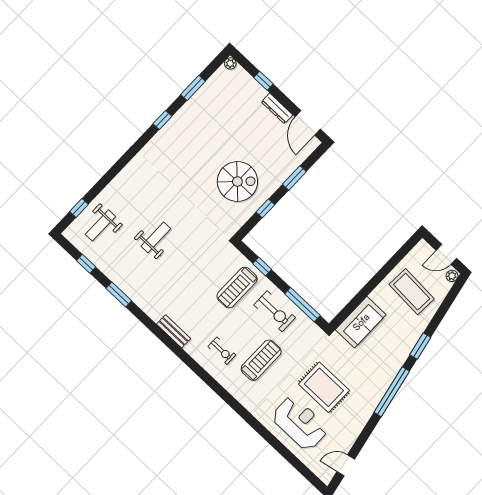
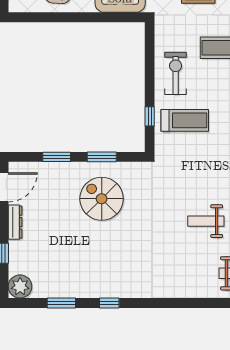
plant: (230, 63) -> (20, 287), width x1.87, depth x1.87
window: (265, 208) -> (102, 157), width x1.50
window: (302, 305) -> (150, 57), removed

